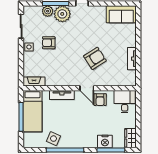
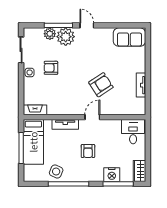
door: (87, 88) -> (92, 117), swing flipped
armchair: (100, 100) -> (88, 151), moved

